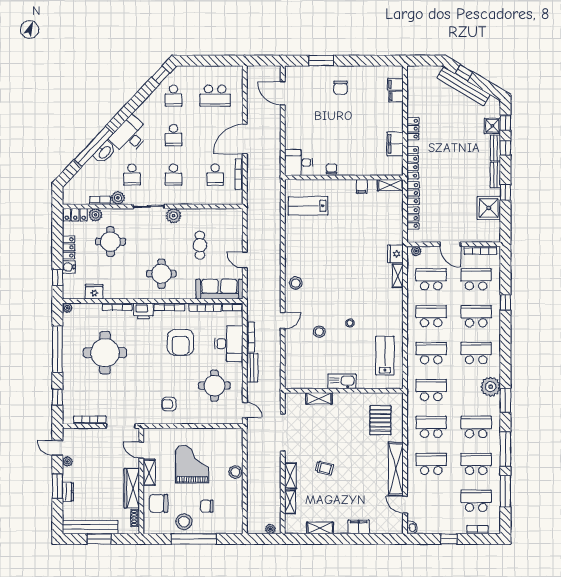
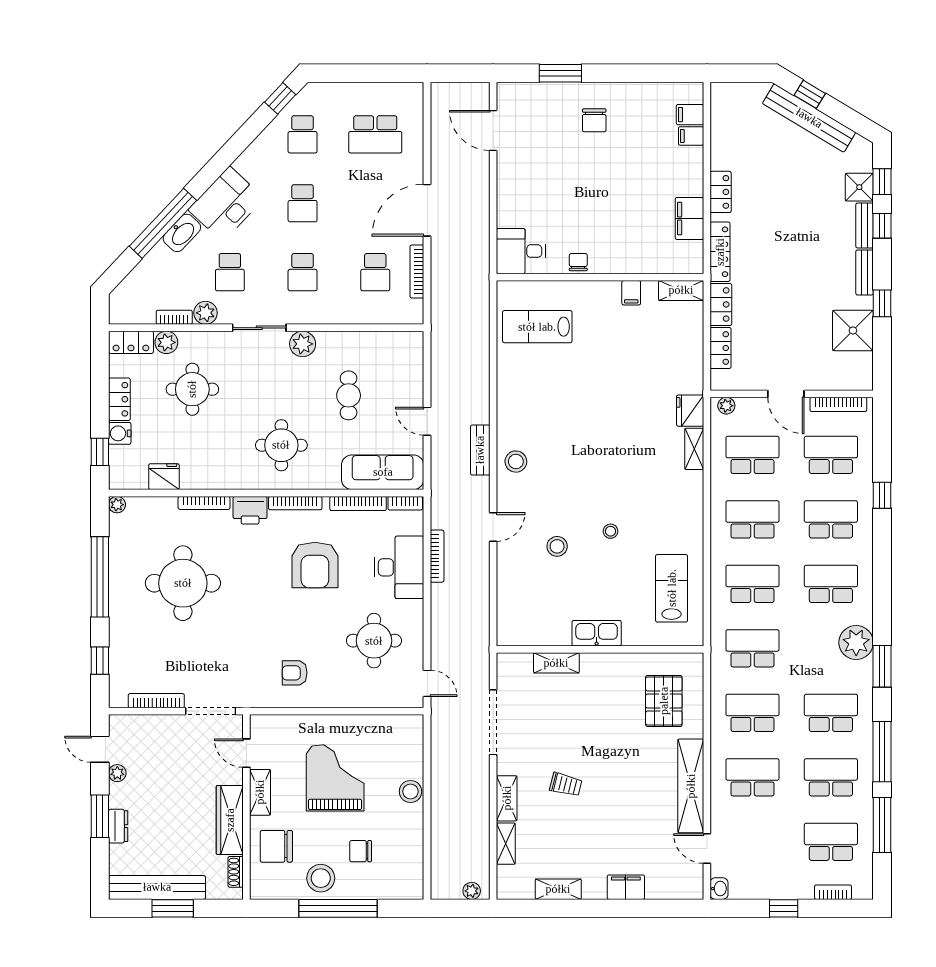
bench: (252, 368) -> (480, 450), moved

